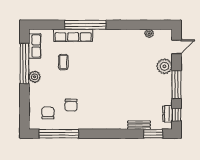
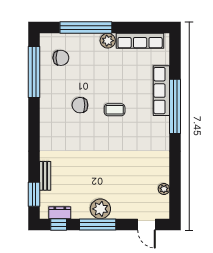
row of seats: (35, 46) -> (140, 41), width x1.48
coffee table: (63, 62) -> (115, 110), moved
window: (24, 64) -> (86, 28), moved
plant: (164, 66) -> (100, 209), moved
chair: (71, 105) -> (80, 105), moved

